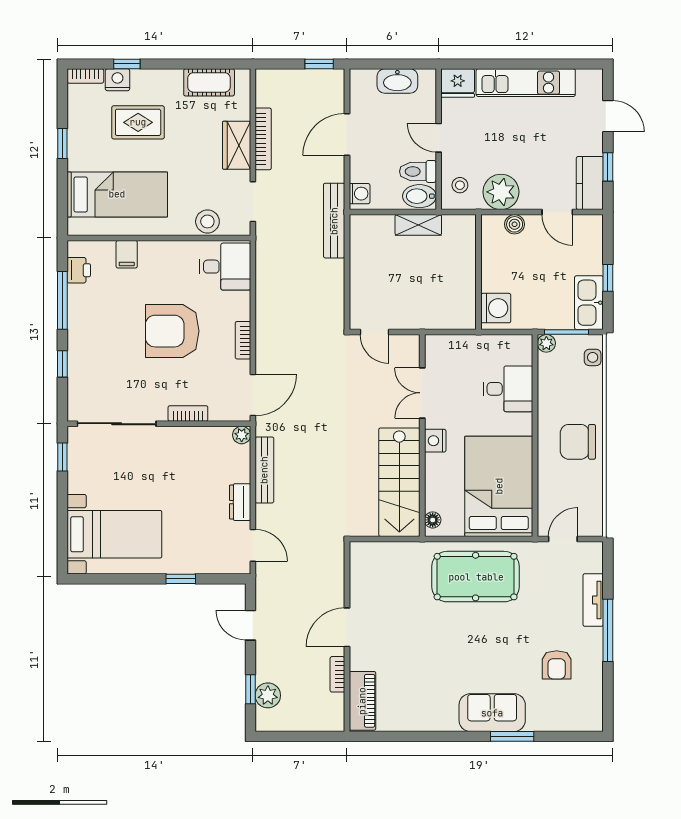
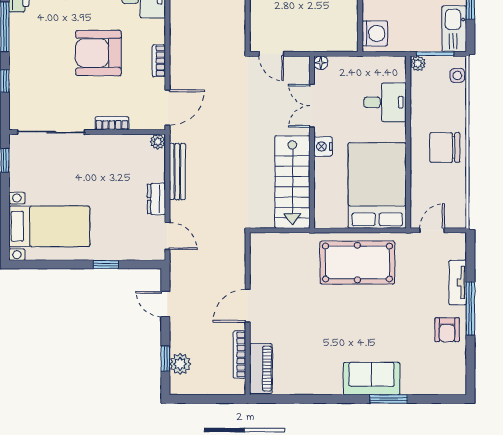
floor lamp: (433, 520) -> (321, 63), moved
armchair: (557, 665) -> (447, 330), moved
bookcase: (337, 674) -> (240, 355), width x1.56

